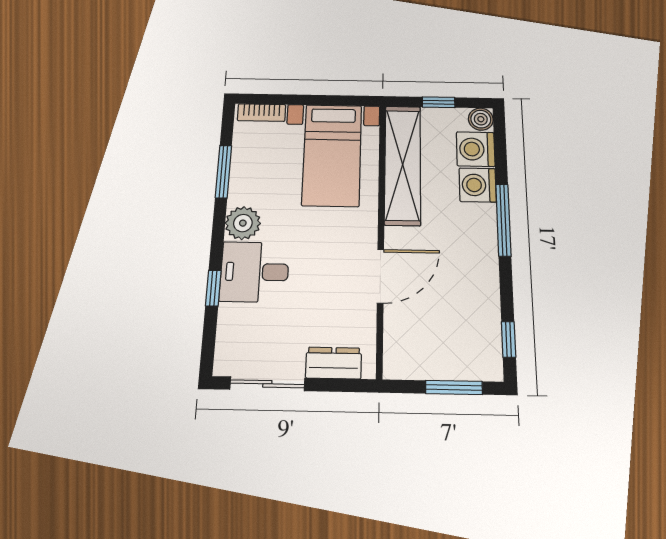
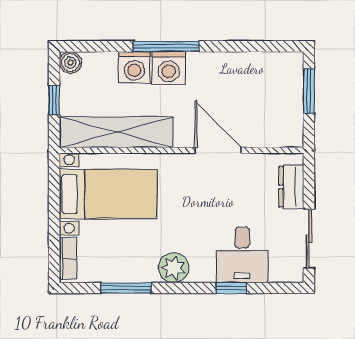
washing machine: (476, 149) -> (169, 68), moved
desk: (254, 272) -> (242, 255), moved
window: (508, 339) -> (269, 46), removed

